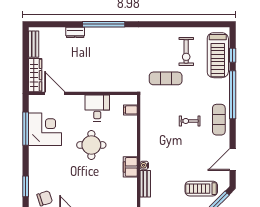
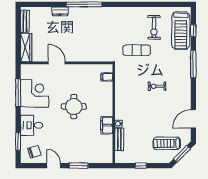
door: (55, 93) -> (57, 63), moved
window: (233, 95) -> (193, 64), width x0.68
desk: (97, 108) -> (32, 125), moved, turned -90
exercise mat: (219, 120) -> (182, 85), removed

